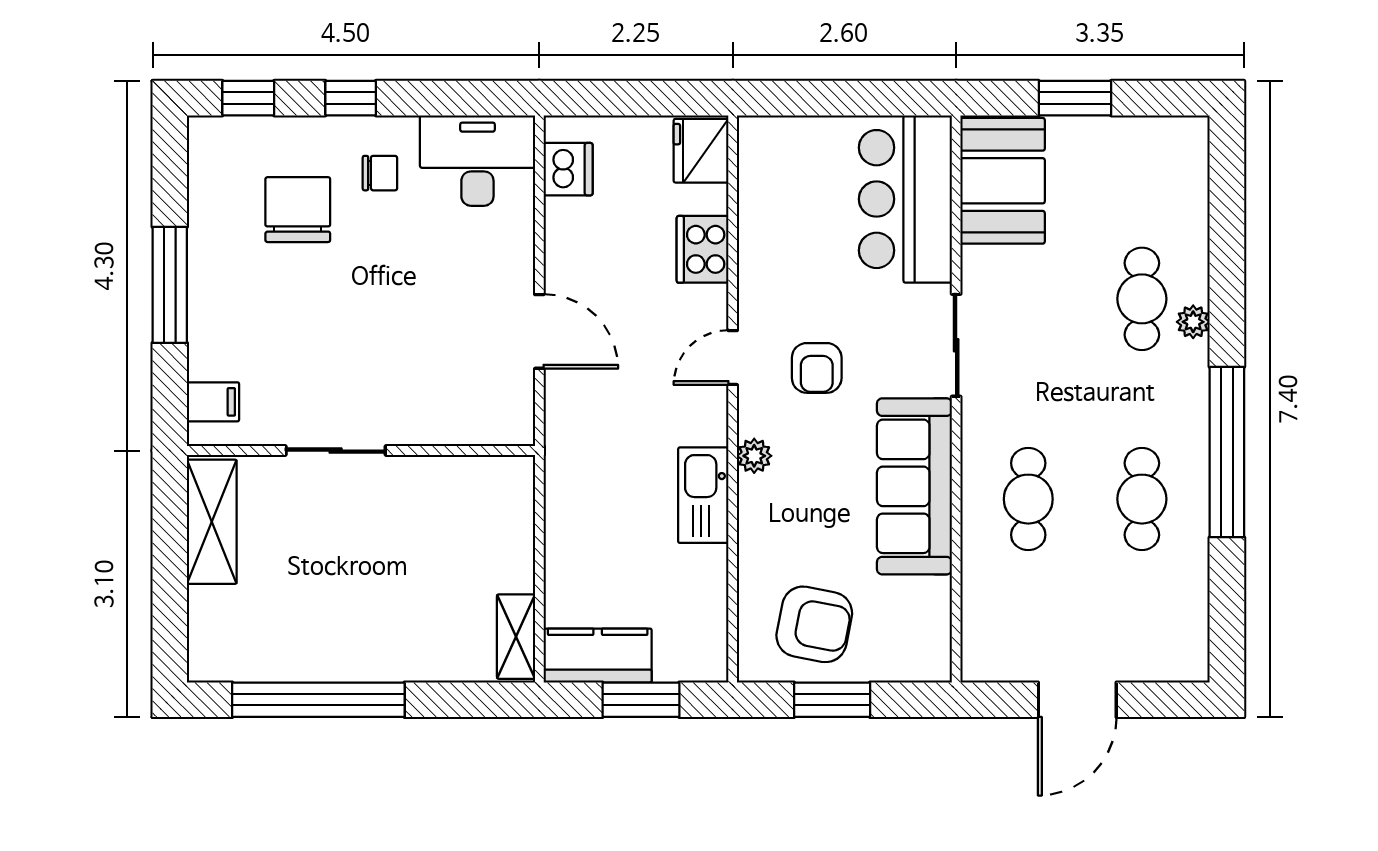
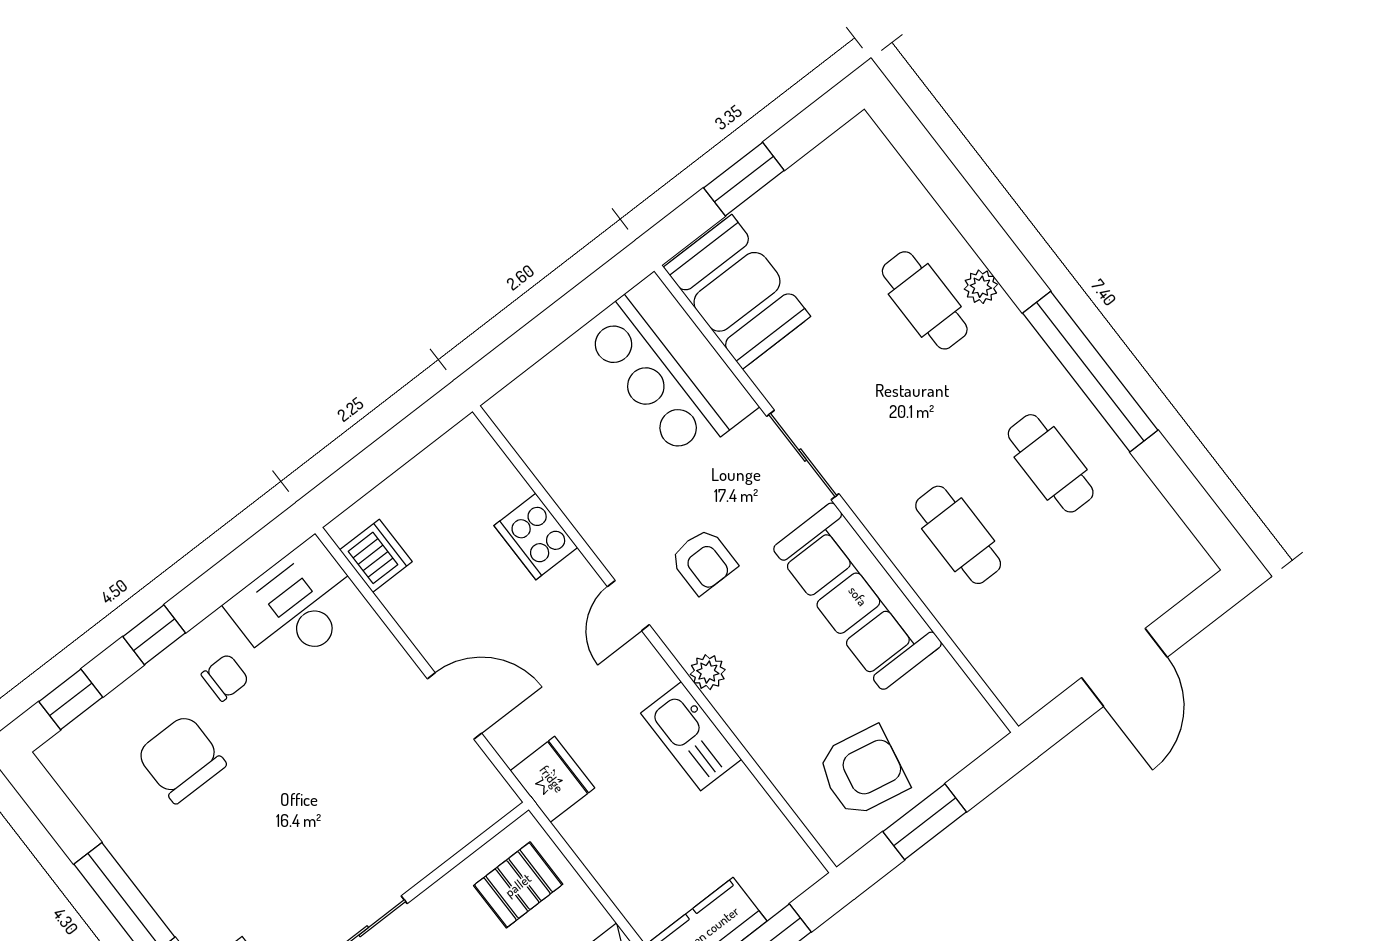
fridge: (701, 151) -> (552, 779), moved, turned 180
pallet: (482, 507) -> (518, 885), added

